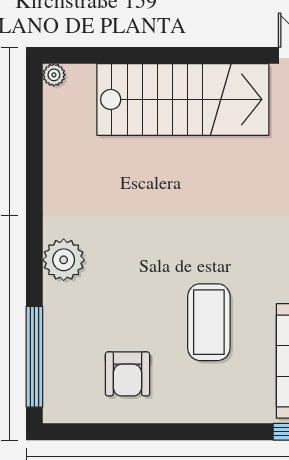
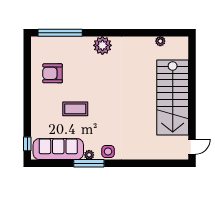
plant: (54, 75) -> (160, 41), moved
coffee table: (209, 322) -> (75, 109), width x0.73, depth x0.76

